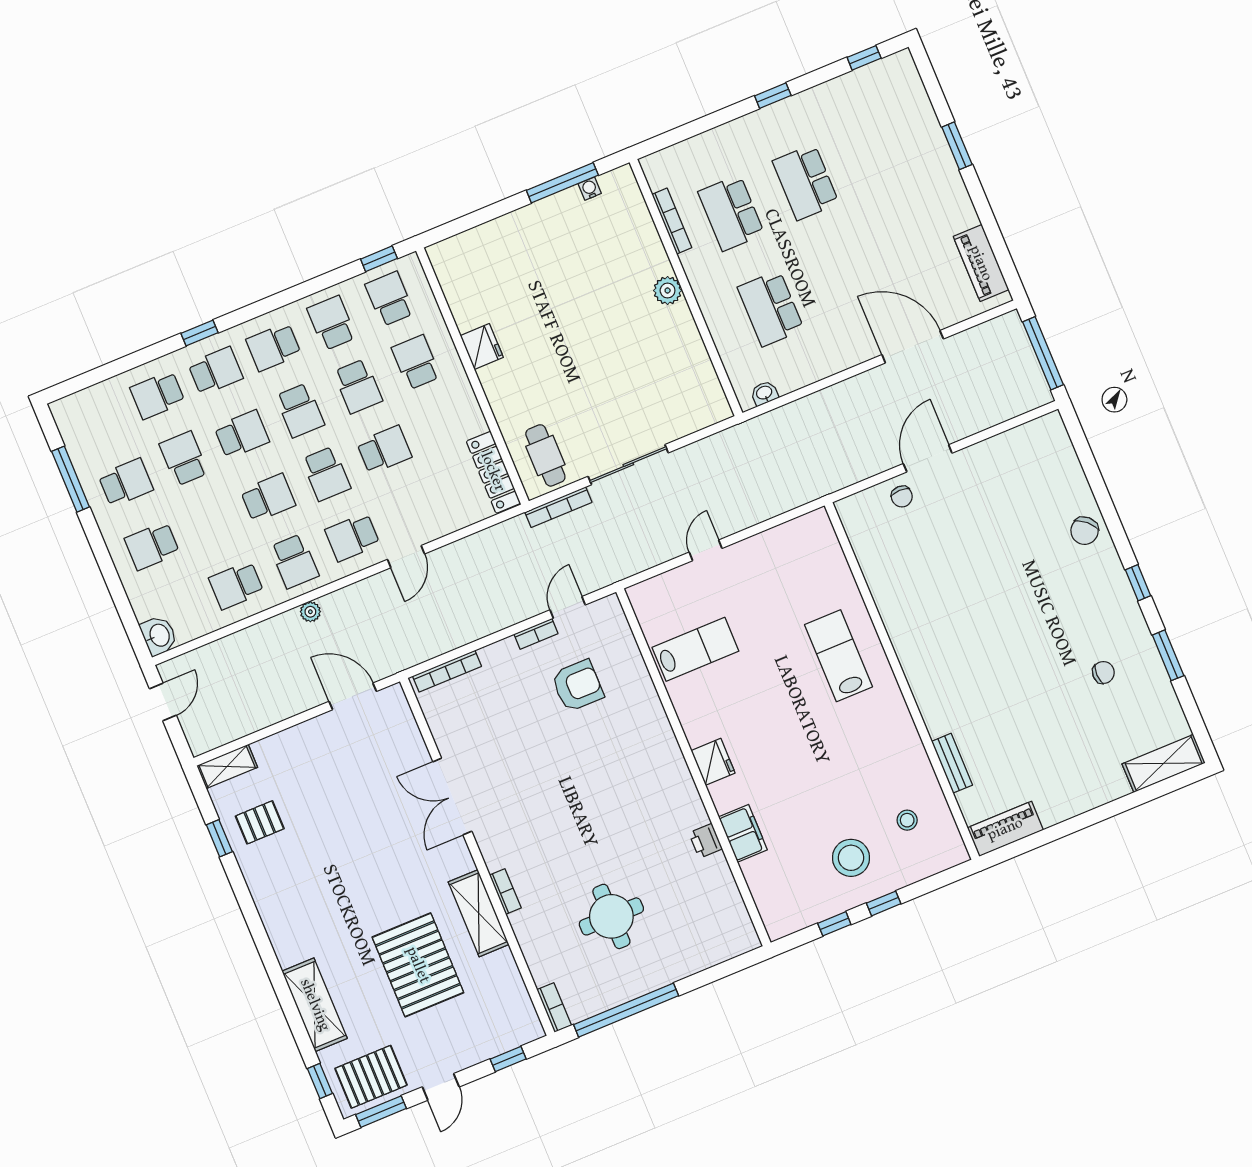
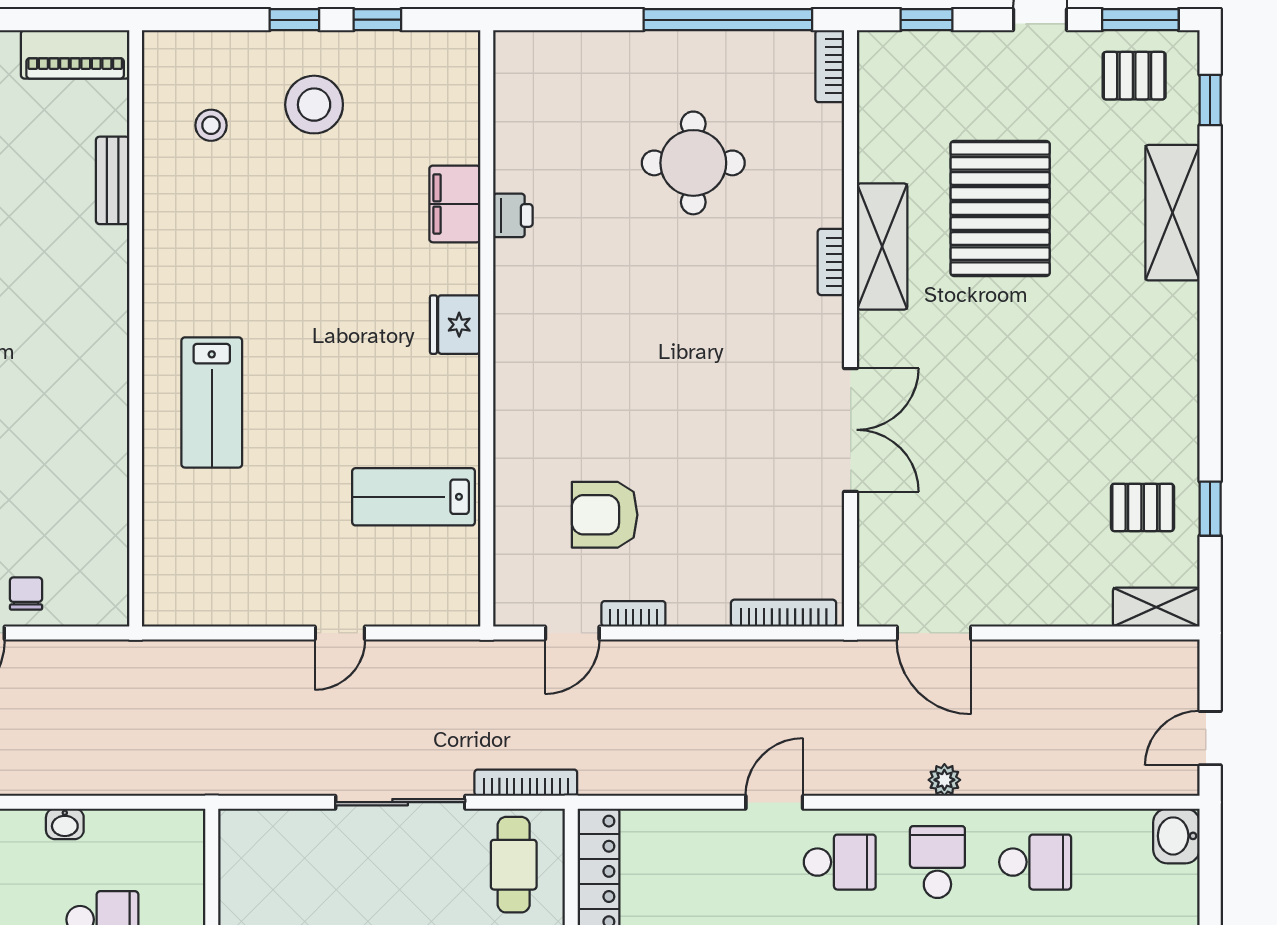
washbasin: (764, 393) -> (65, 824), moved
pallet: (371, 1077) -> (1134, 76), width x0.67, depth x0.71

